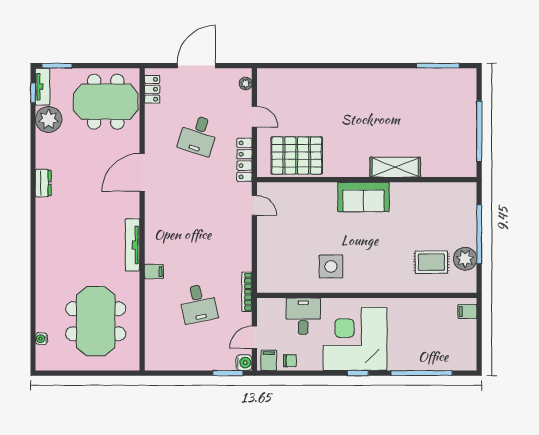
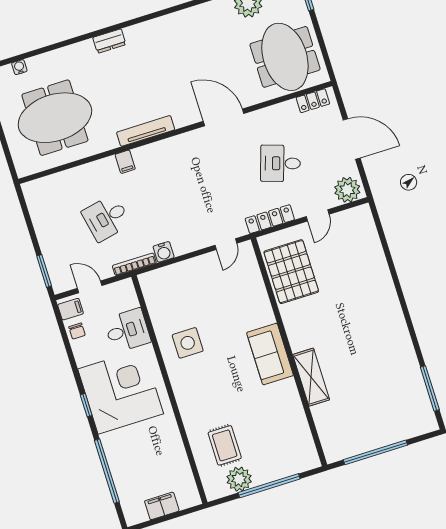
plant: (246, 83) -> (347, 190), width x1.87, depth x1.87
dresser: (43, 183) -> (109, 41), moved
filing cabinet: (467, 311) -> (162, 506), moved, width x2.00
water cooler: (244, 363) -> (164, 252), moved

